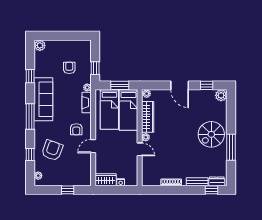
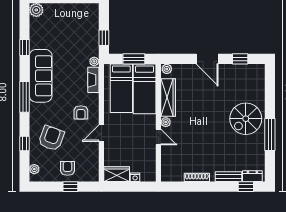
armchair: (69, 68) -> (68, 168), moved
plant: (221, 95) -> (258, 71), removed

